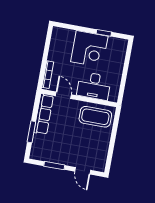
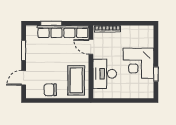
door: (63, 95) -> (91, 47), swing flipped
row of seats: (44, 114) -> (63, 32), width x1.36
chair: (100, 145) -> (50, 90), added

